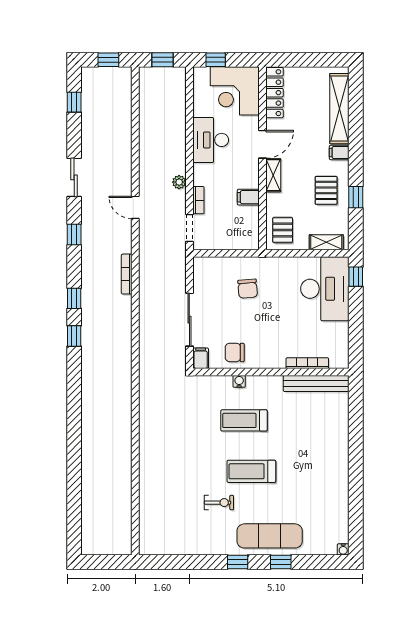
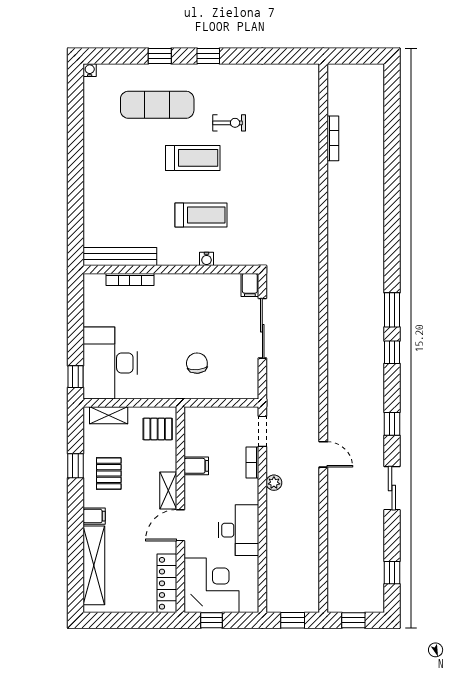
window: (216, 60) -> (212, 620), moved
pallet: (283, 230) -> (158, 429), turned 90
bookcase: (127, 274) -> (333, 138), moved
window: (74, 336) -> (392, 310), width x1.50
chair: (235, 352) -> (212, 291), removed
exercise bike: (219, 503) -> (229, 123), turned 180
exercise mat: (270, 536) -> (157, 105), moved

